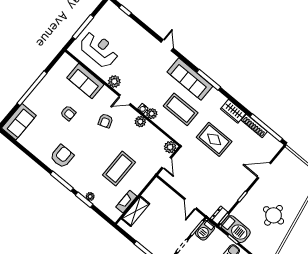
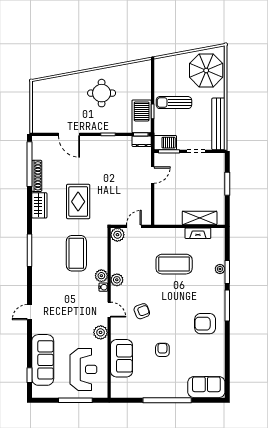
reception desk: (99, 49) -> (83, 369), turned 180
sofa: (190, 79) -> (43, 360), moved

